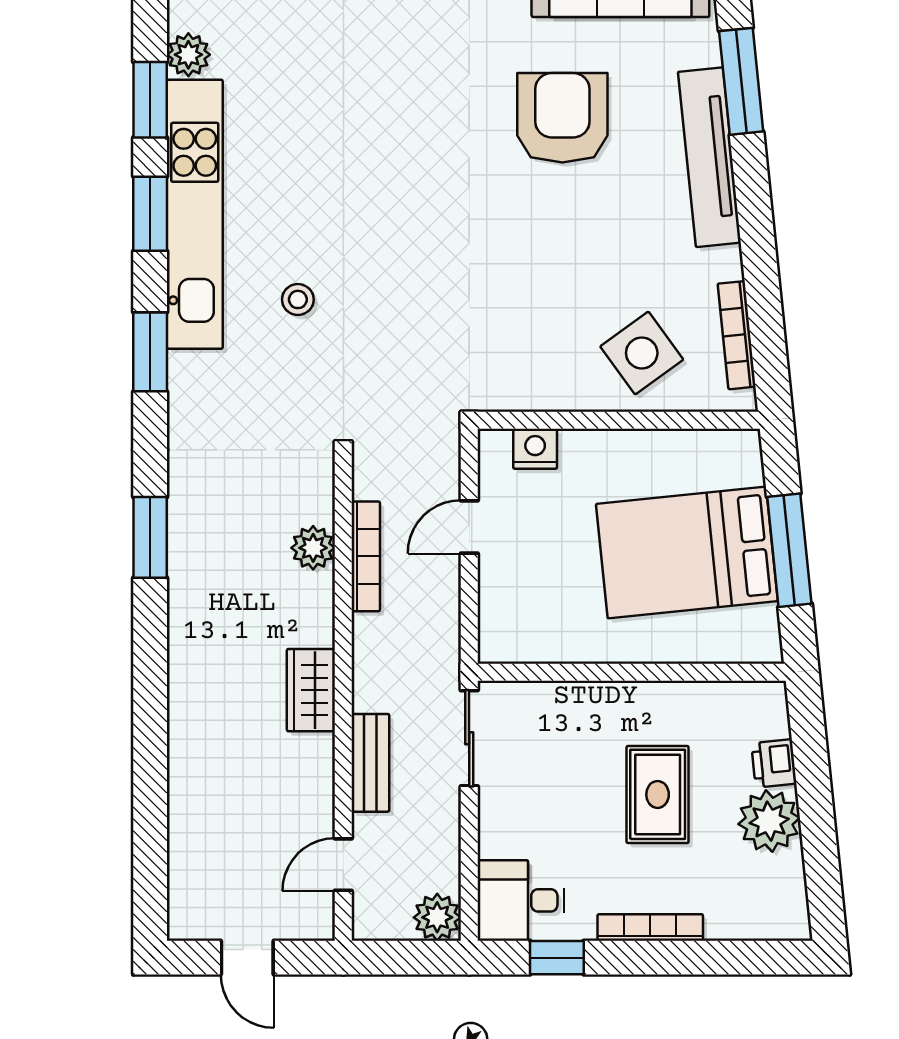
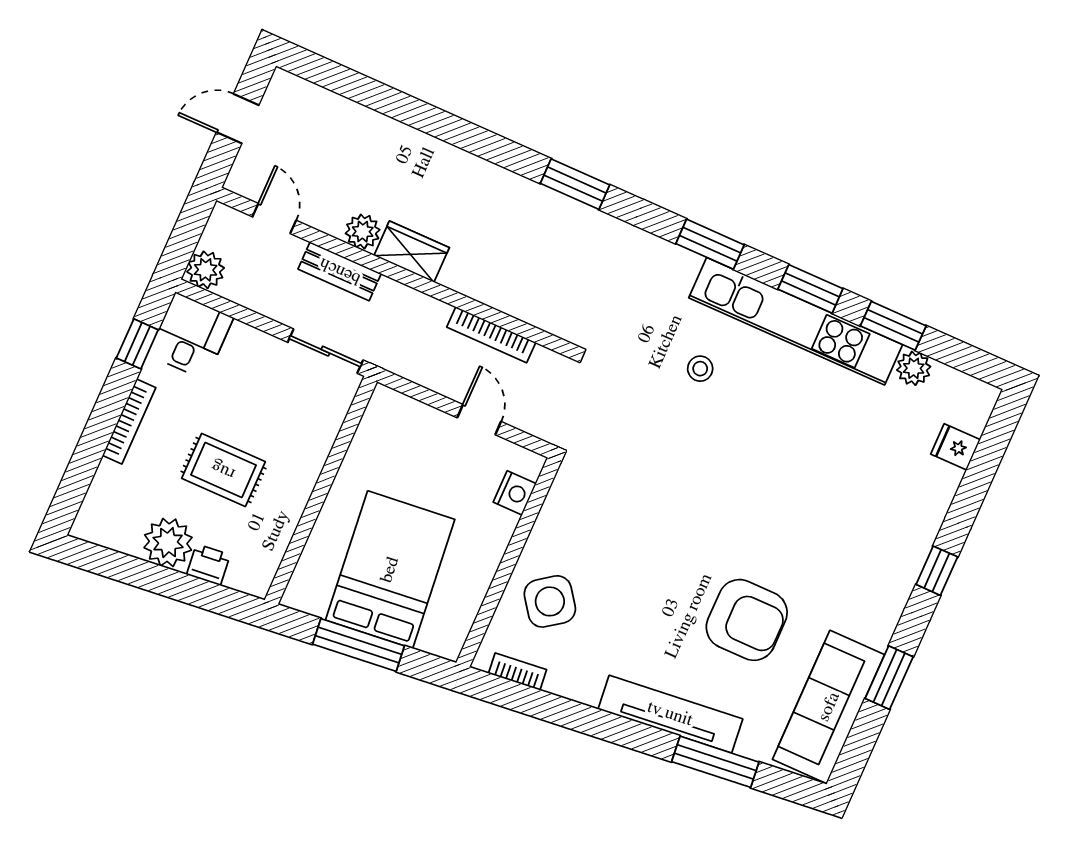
bookcase: (737, 335) -> (518, 672), width x0.64
plant: (313, 548) -> (363, 232), moved

